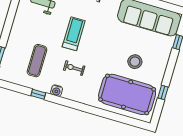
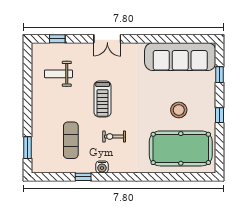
treadmill: (74, 34) -> (103, 99), turned 180
window: (163, 92) -> (220, 115), moved

